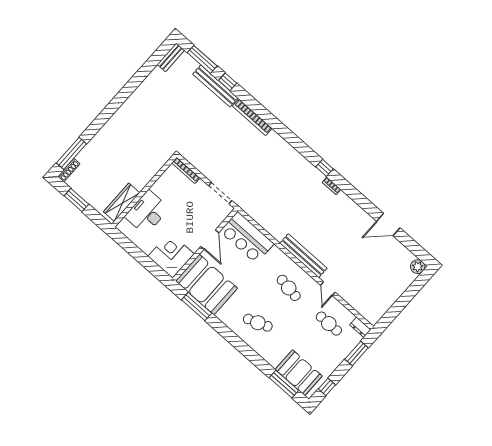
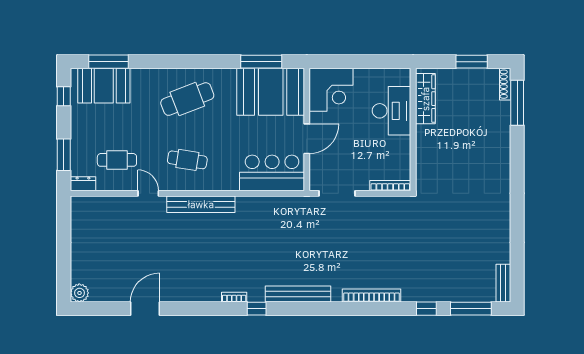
bench: (215, 86) -> (298, 294), moved
door: (210, 240) -> (307, 139), swing flipped
cafe table: (258, 323) -> (187, 99), width x1.37, depth x1.35

